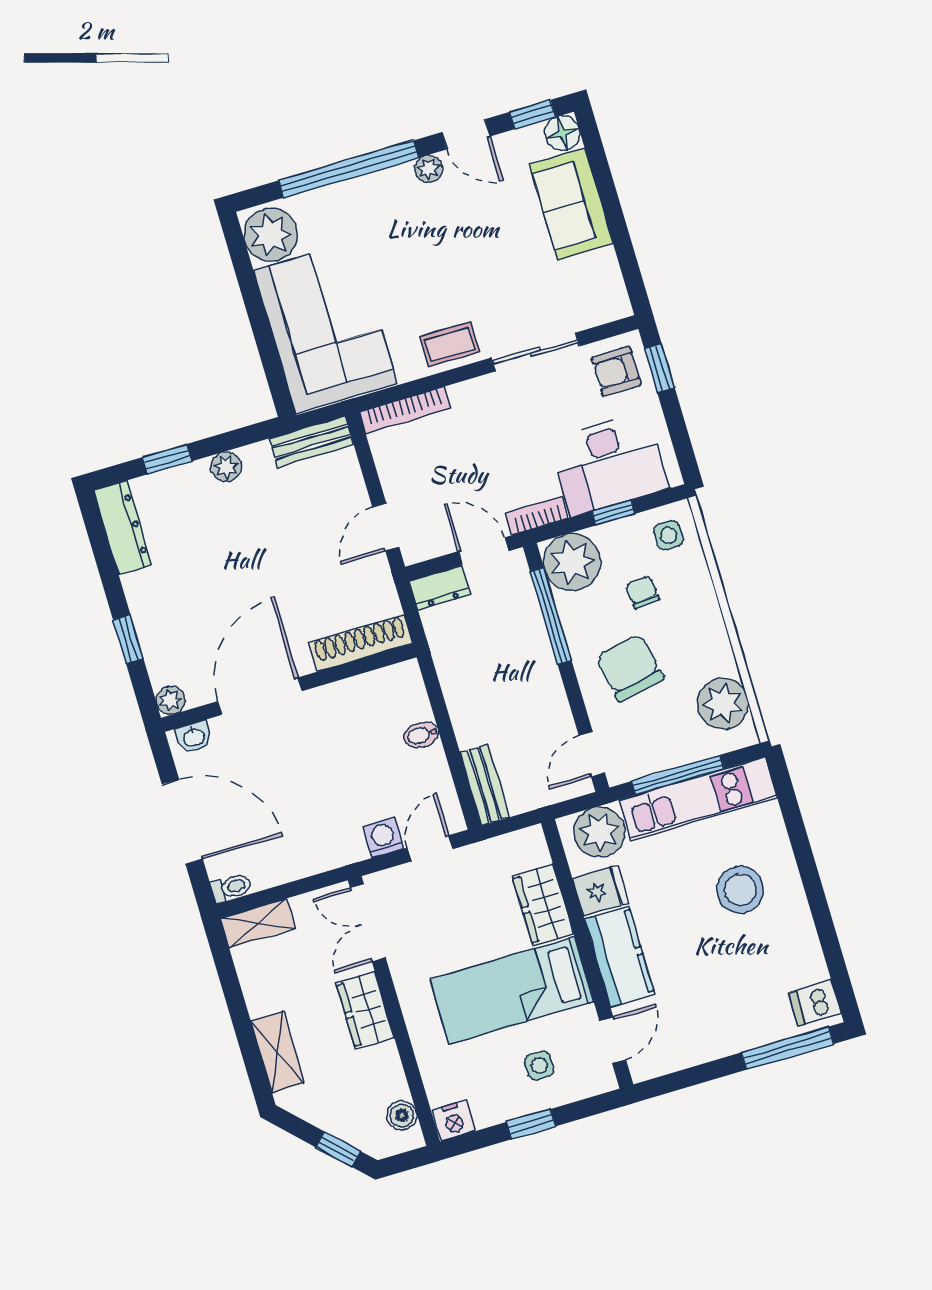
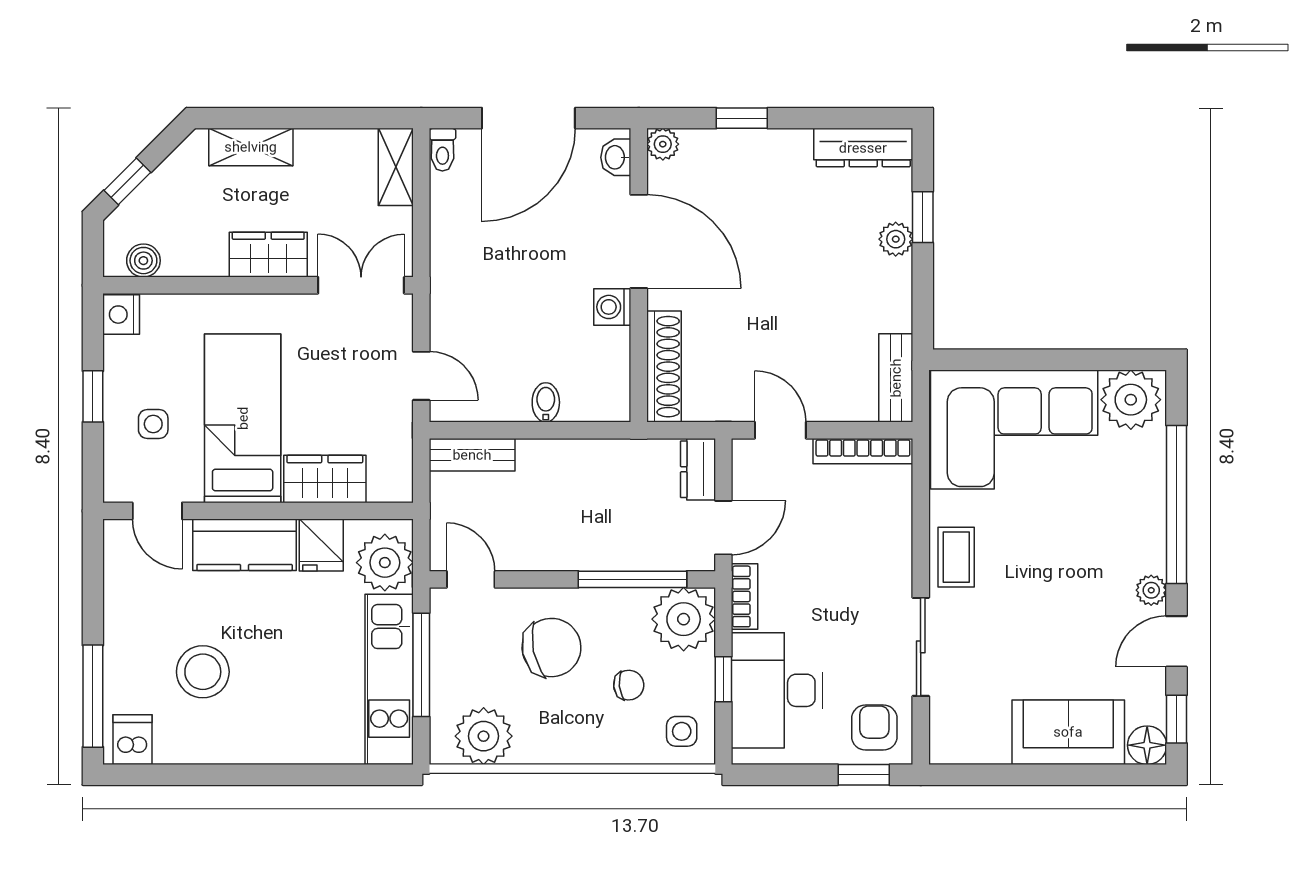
bookcase: (405, 410) -> (863, 451), moved, turned -90
plant: (226, 467) -> (896, 239), moved
washing machine: (383, 838) -> (612, 307), moved, turned 180
stool: (740, 890) -> (203, 672), moved

